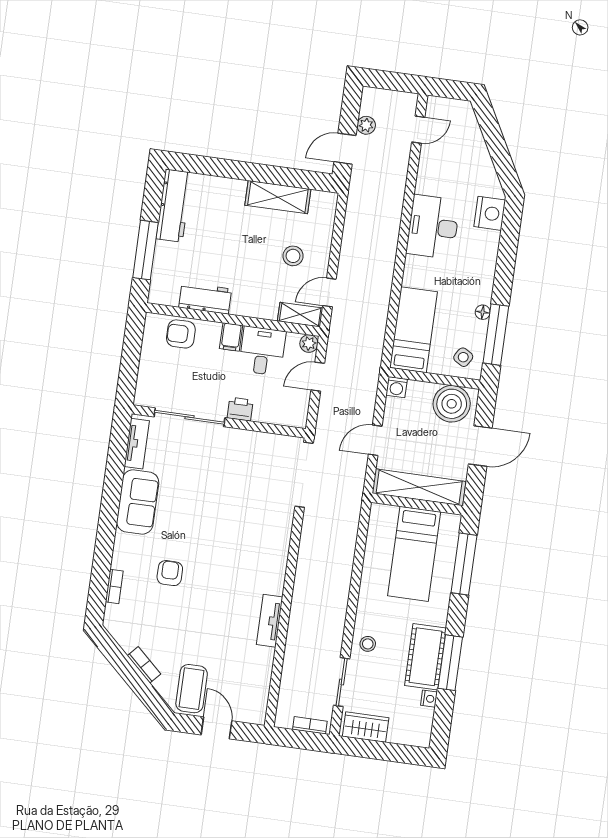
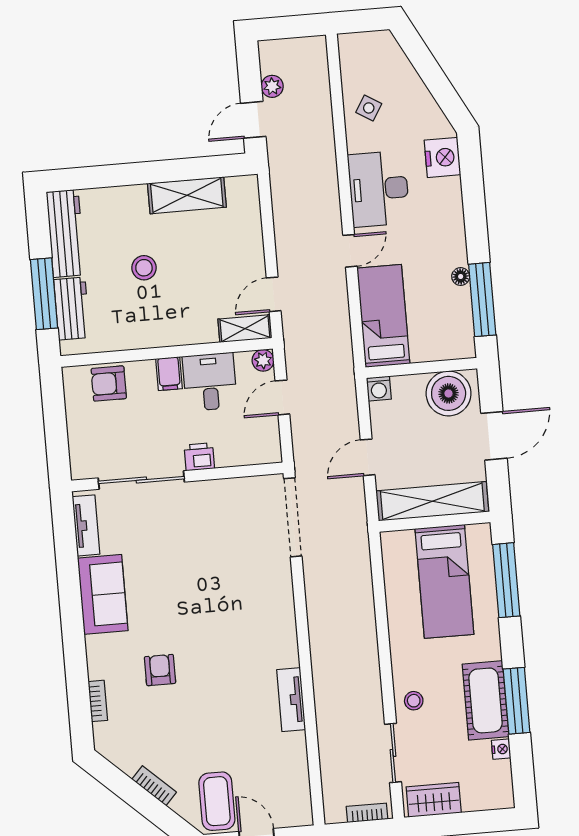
door: (418, 130) -> (350, 251), moved
stool: (293, 256) -> (144, 268), moved
workbench: (205, 298) -> (72, 309), moved, turned 90
side table: (463, 357) -> (369, 108), moved

